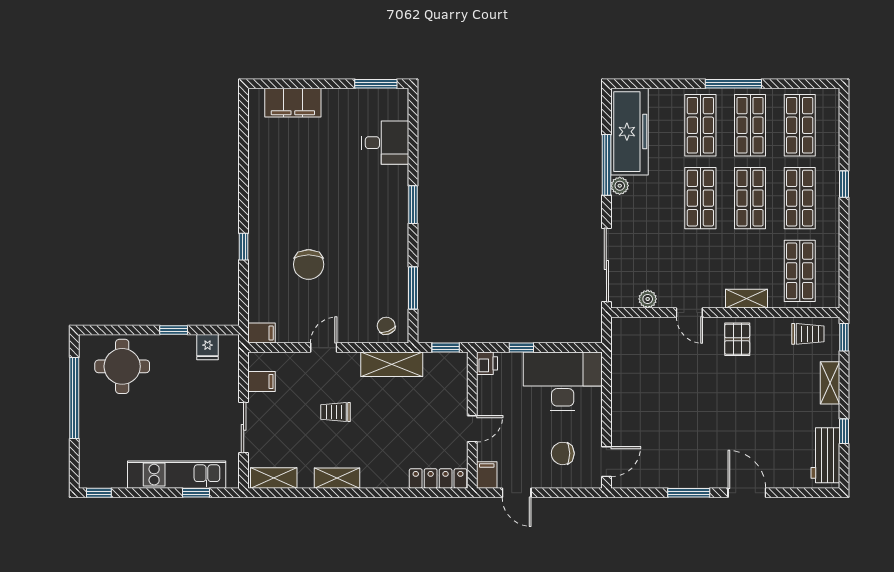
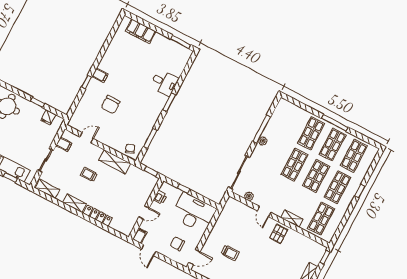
freezer: (629, 132) -> (279, 120), removed
desk: (385, 143) -> (164, 83), moved
filing cabinet: (262, 333) -> (100, 75), moved
trolley: (808, 334) -> (230, 253), moved
door: (324, 348) -> (86, 138), moved
printer: (487, 363) -> (160, 197), moved
shelving: (392, 364) -> (115, 162), moved
locker: (438, 478) -> (98, 216), moved

